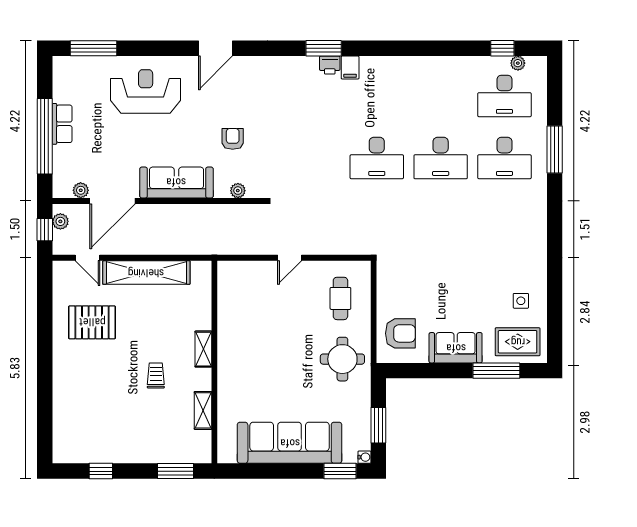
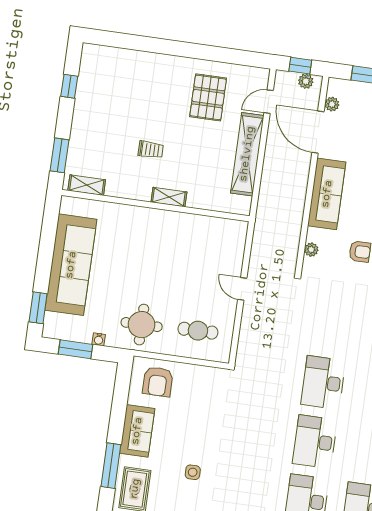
side table: (521, 301) -> (193, 472), moved
shelving: (203, 410) -> (87, 185), moved
water cooler: (364, 457) -> (99, 339), moved

